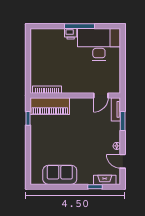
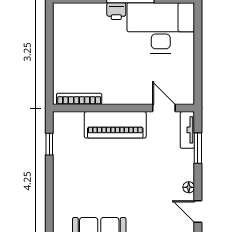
door: (101, 95) -> (164, 108), swing flipped
piano: (50, 106) -> (115, 125), moved

